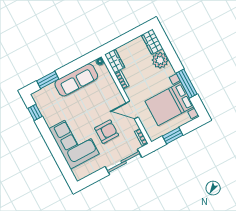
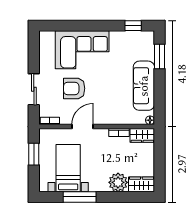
bed with nightstands: (169, 104) -> (68, 168), width x0.73
armchair: (107, 132) -> (74, 88), turned 90
sliding door: (124, 162) -> (34, 89), width x0.73

